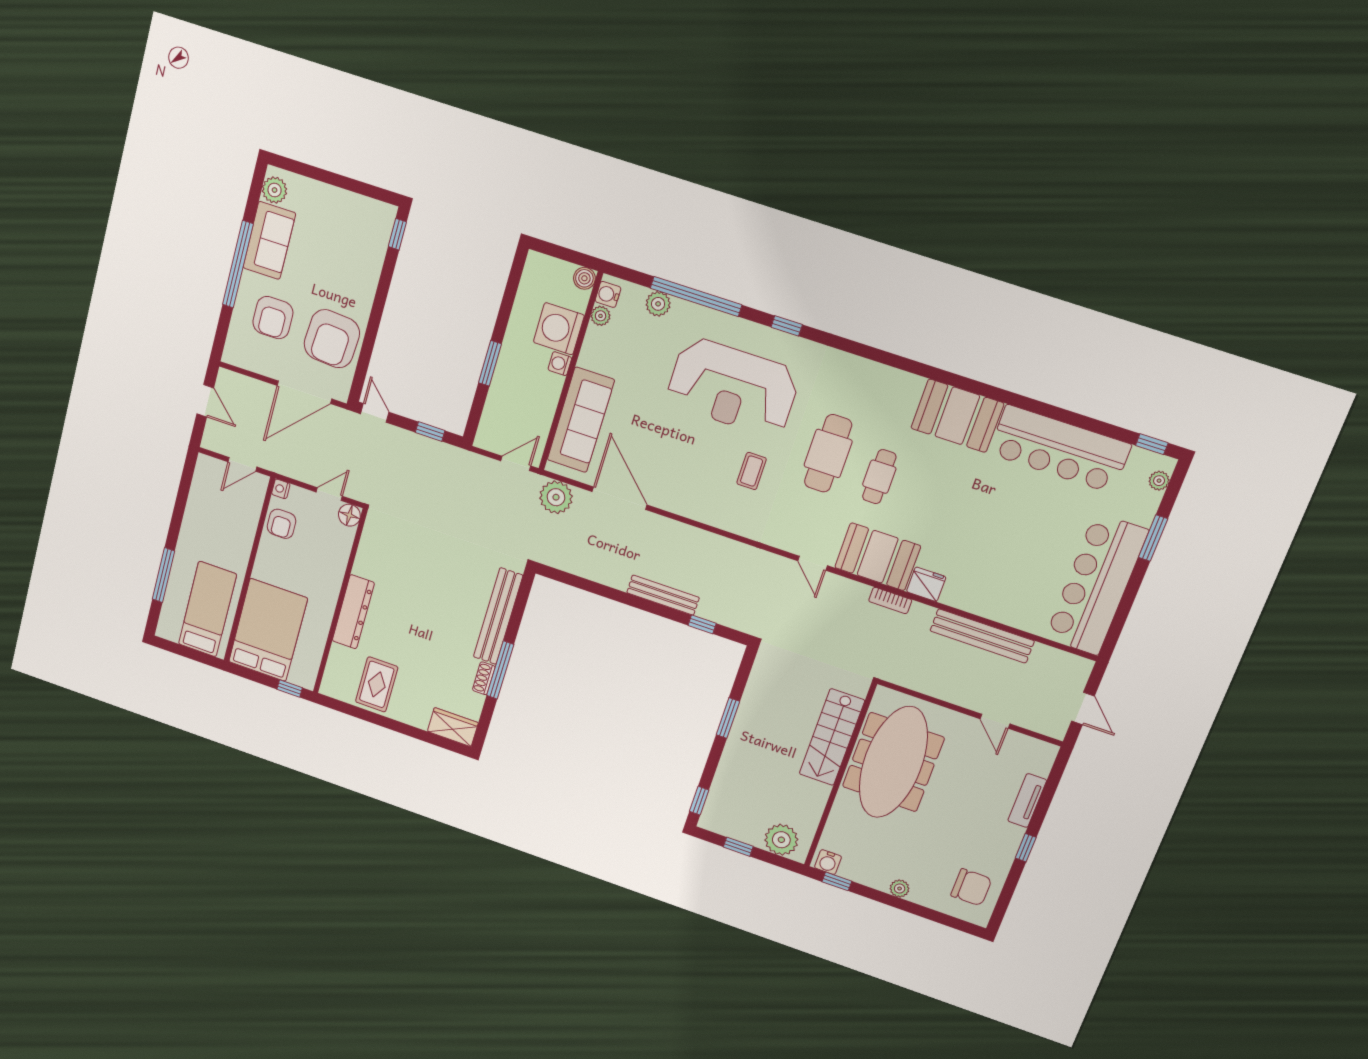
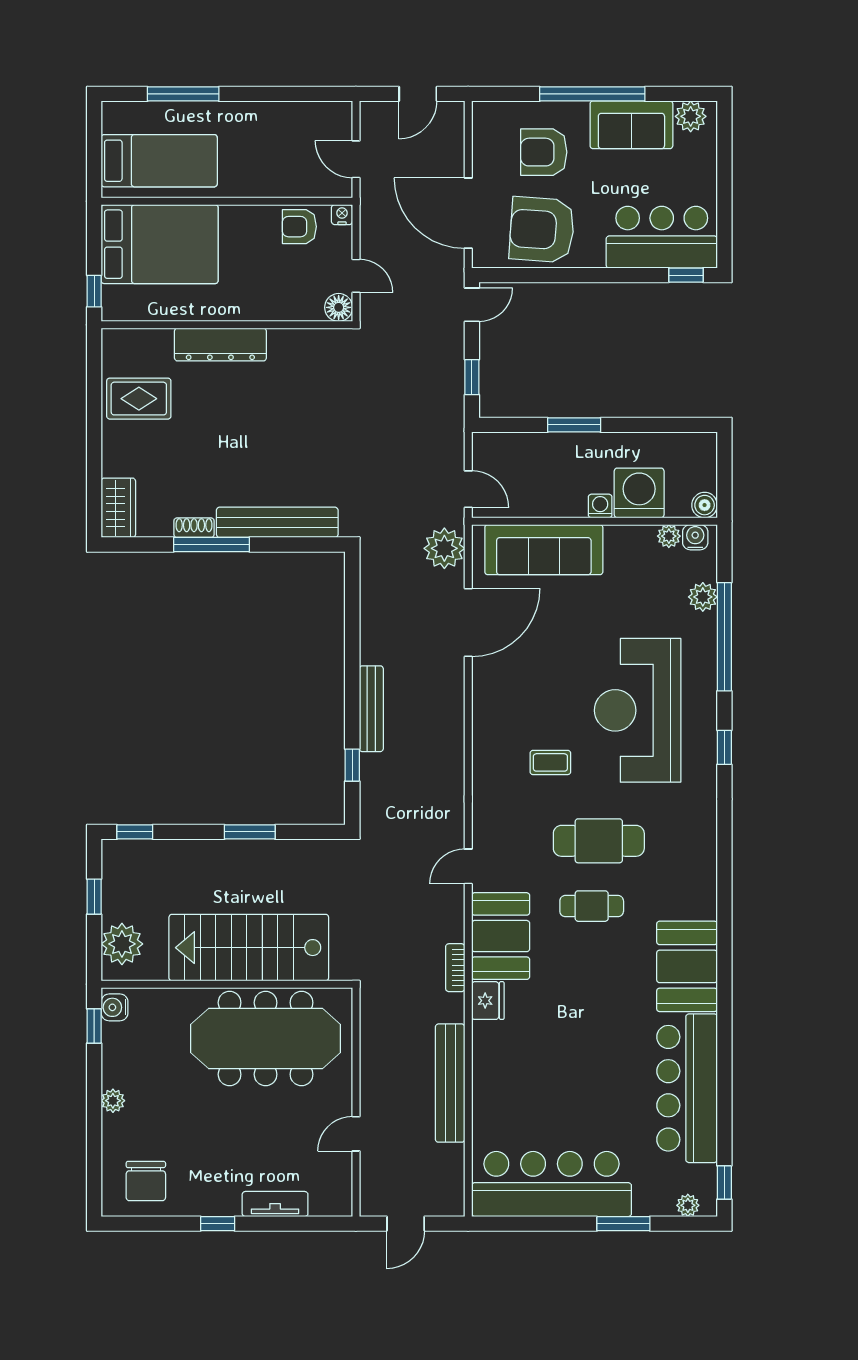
bar counter: (363, 244) -> (662, 237), added
stairs: (832, 737) -> (249, 948), width x1.36, depth x1.51

